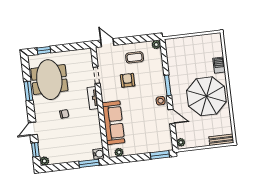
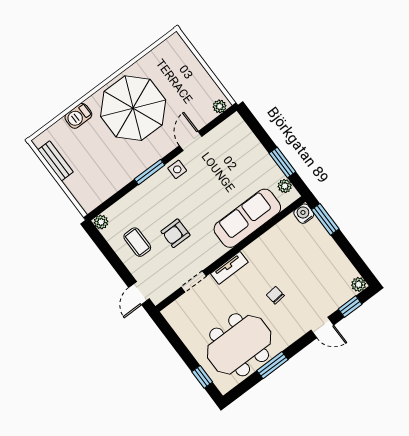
bench: (221, 140) -> (55, 161), moved
window: (160, 155) -> (282, 162), moved

